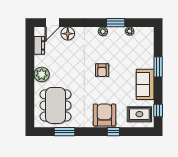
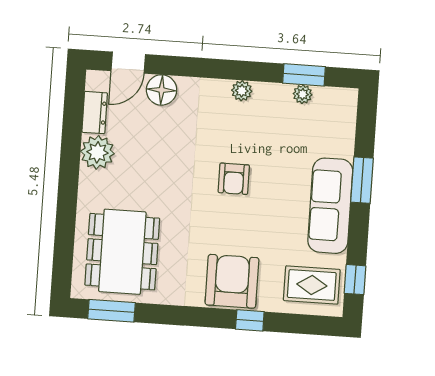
window: (116, 23) -> (304, 75), moved
plant: (42, 74) -> (97, 152), moved
sofa: (145, 84) -> (330, 206), width x1.36
window: (64, 132) -> (112, 311), moved

